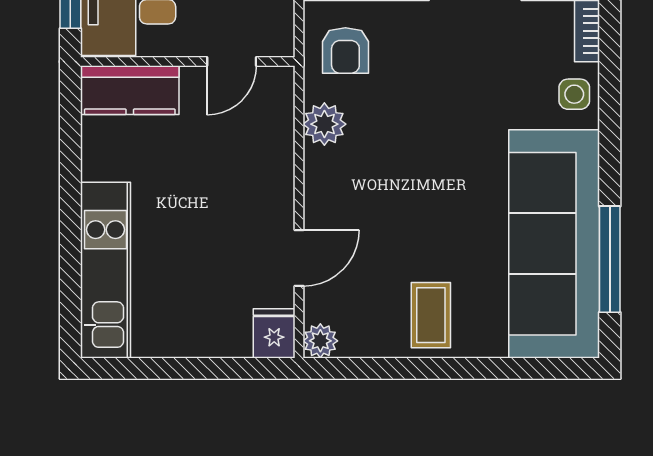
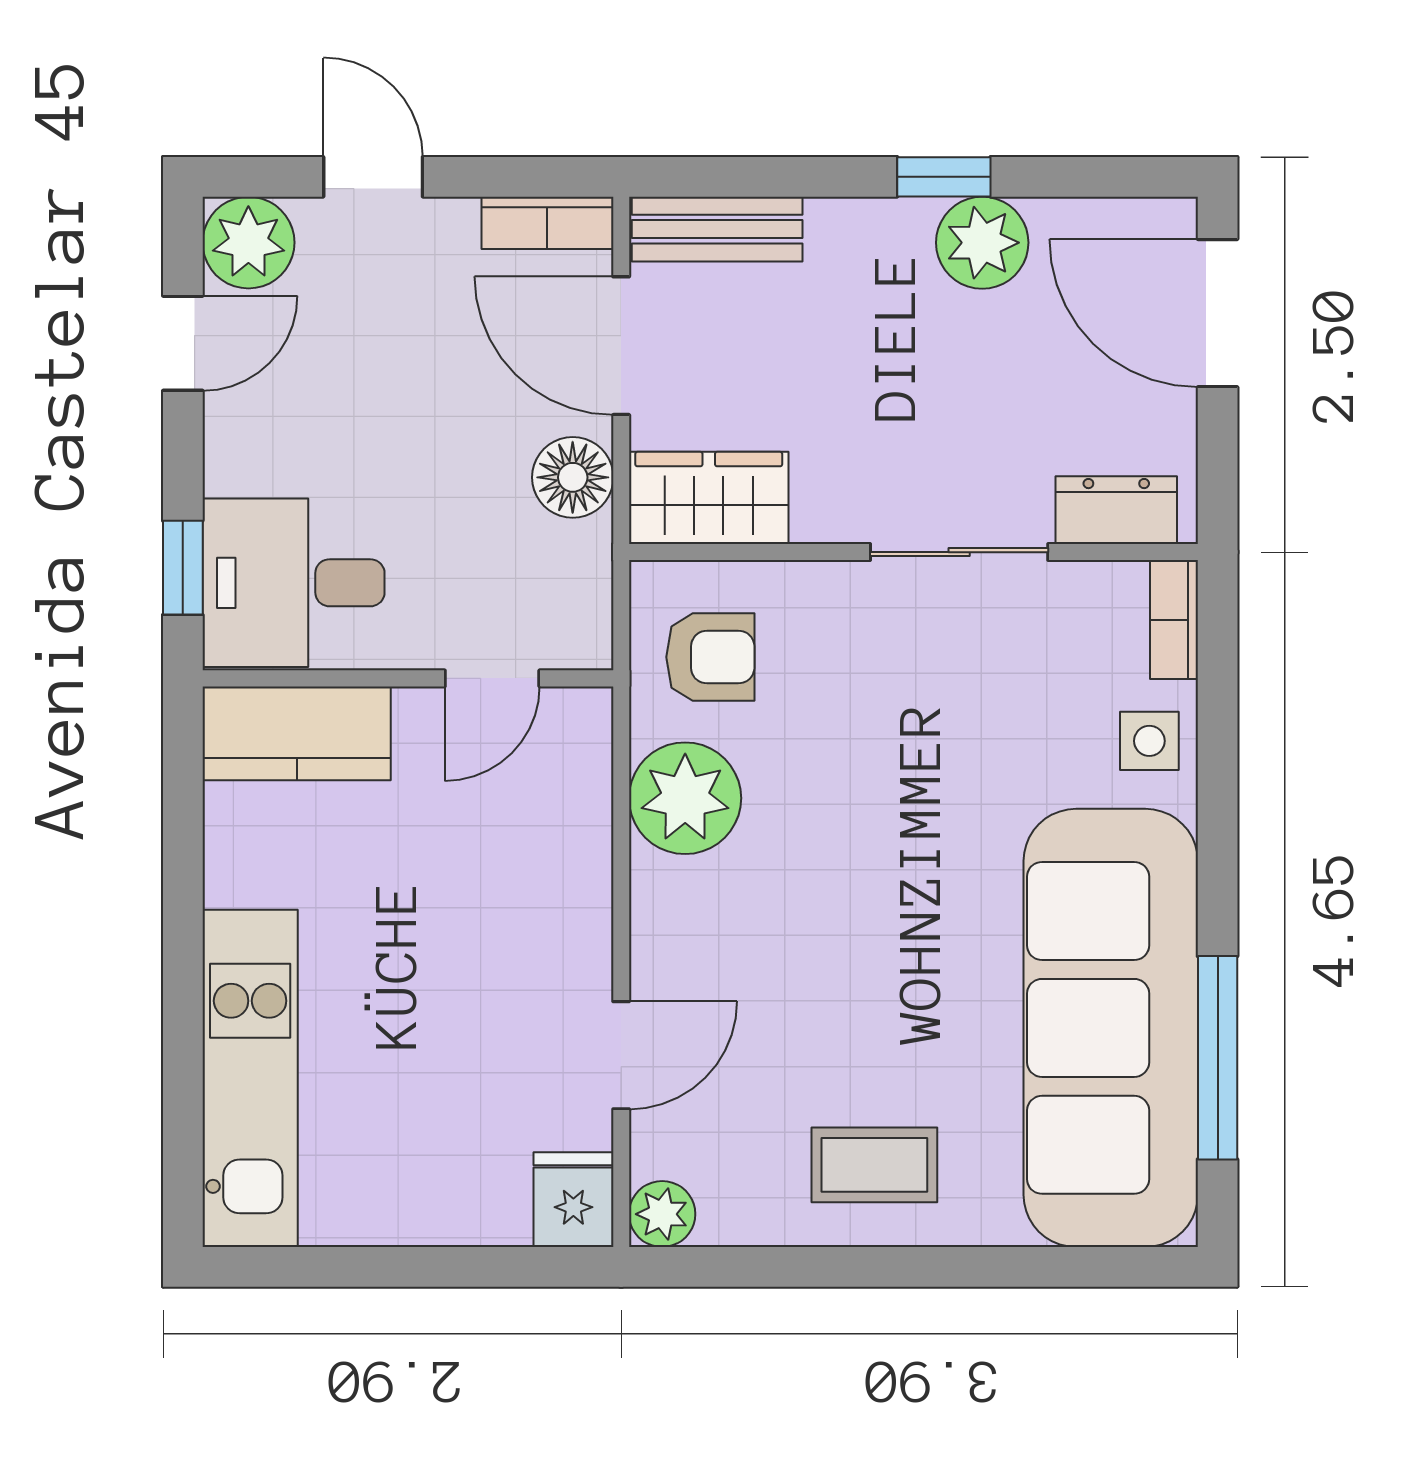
armchair: (345, 50) -> (710, 657), turned -90
plant: (324, 124) -> (685, 798), width x1.36, depth x1.36
coffee table: (431, 315) -> (874, 1165), turned 90

